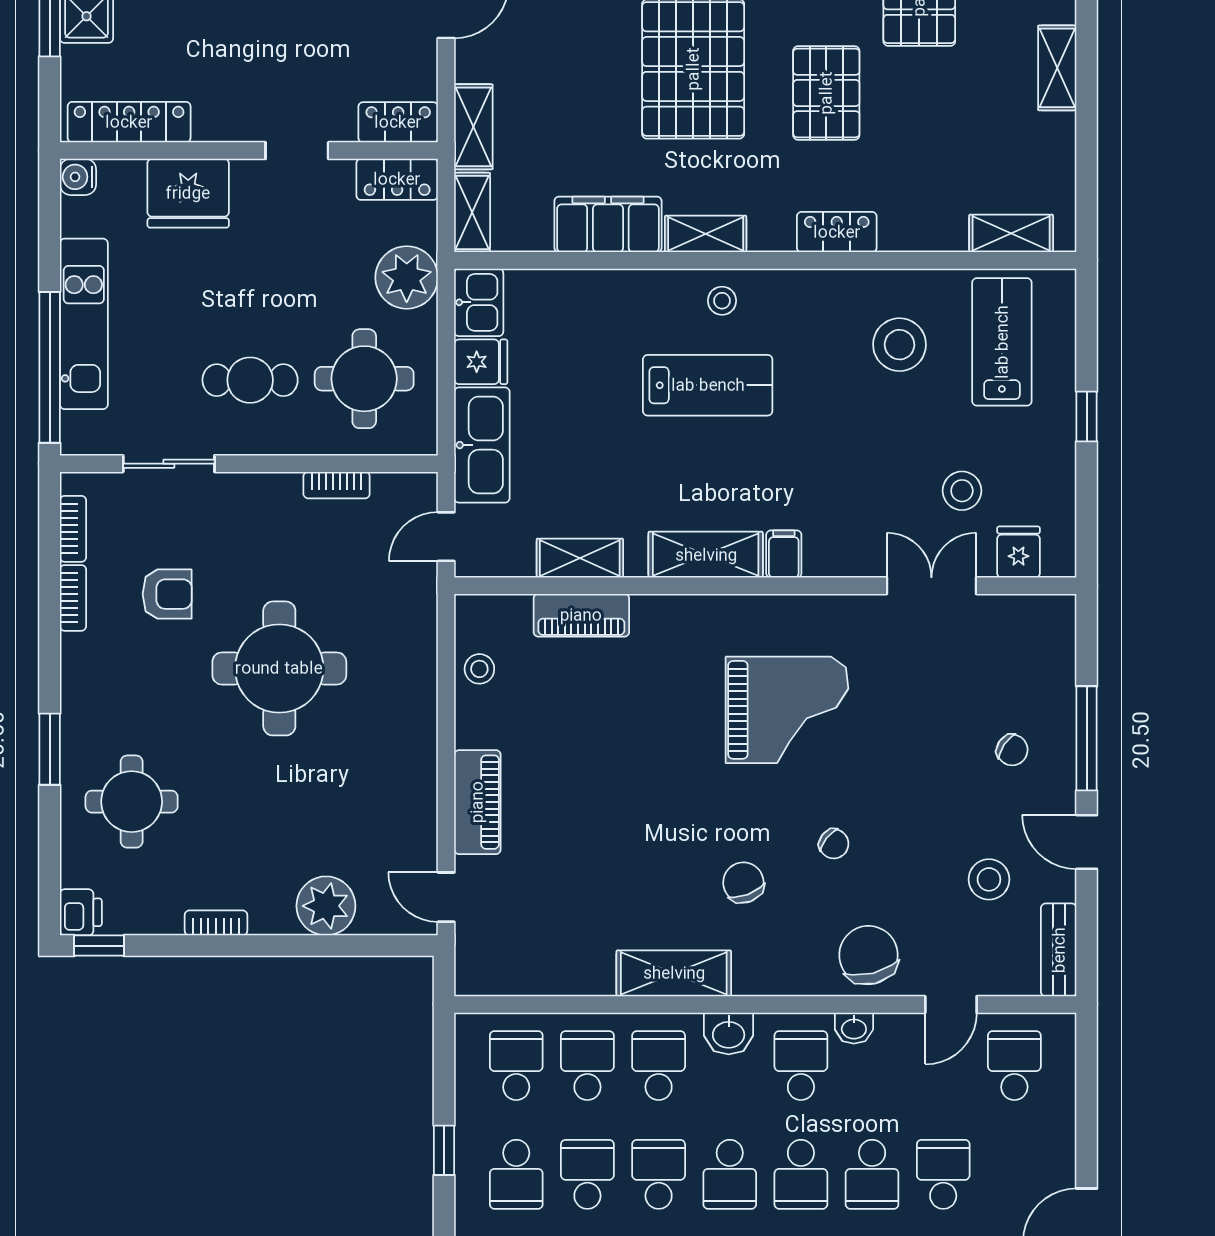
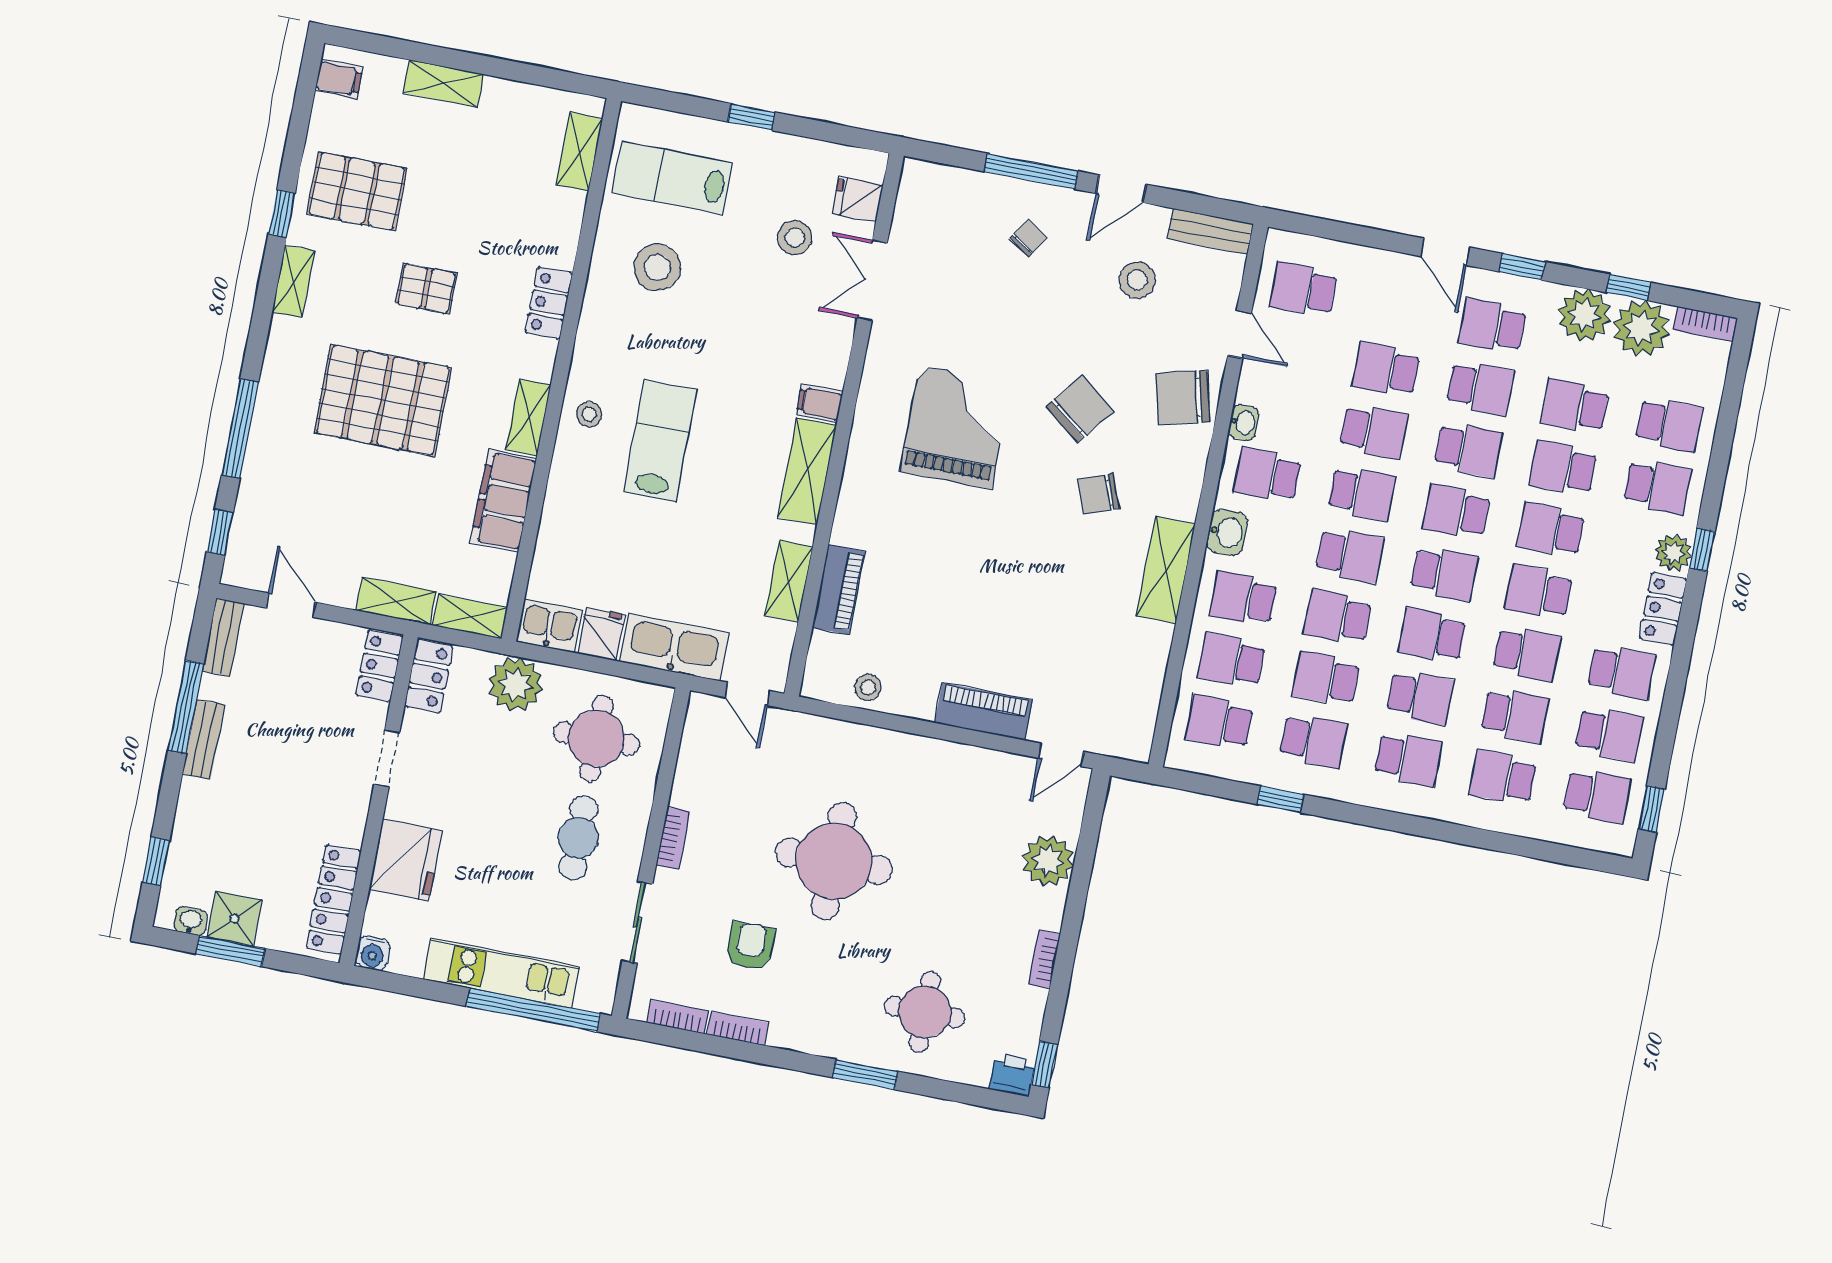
pallet: (826, 93) -> (426, 288), width x0.67, depth x0.71
bookcase: (337, 485) -> (673, 838), moved
chair: (834, 844) -> (1080, 409), width x1.87, depth x1.87

